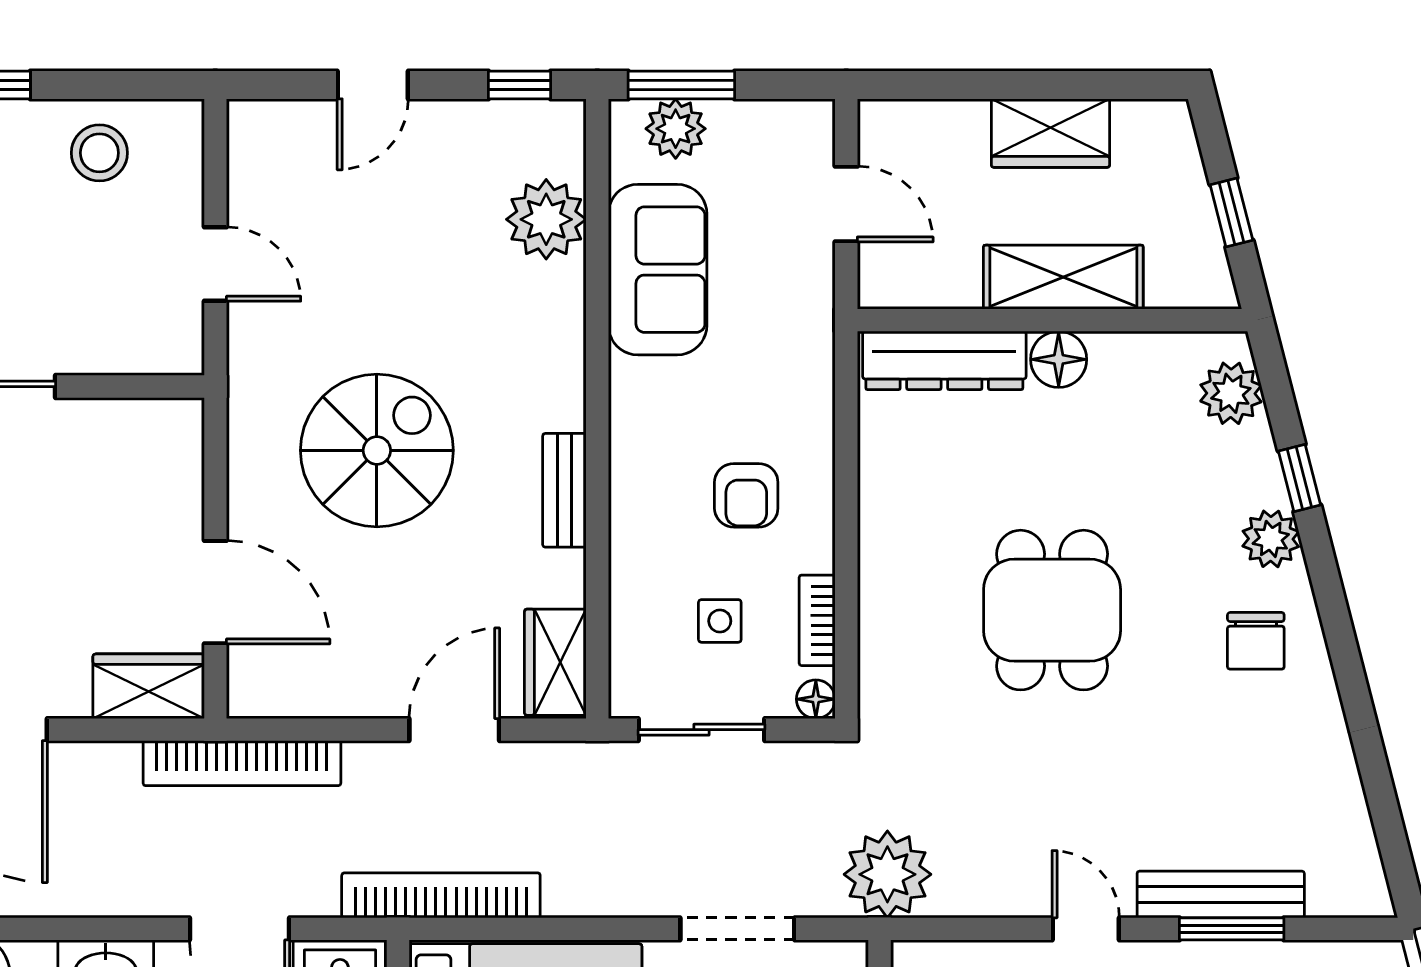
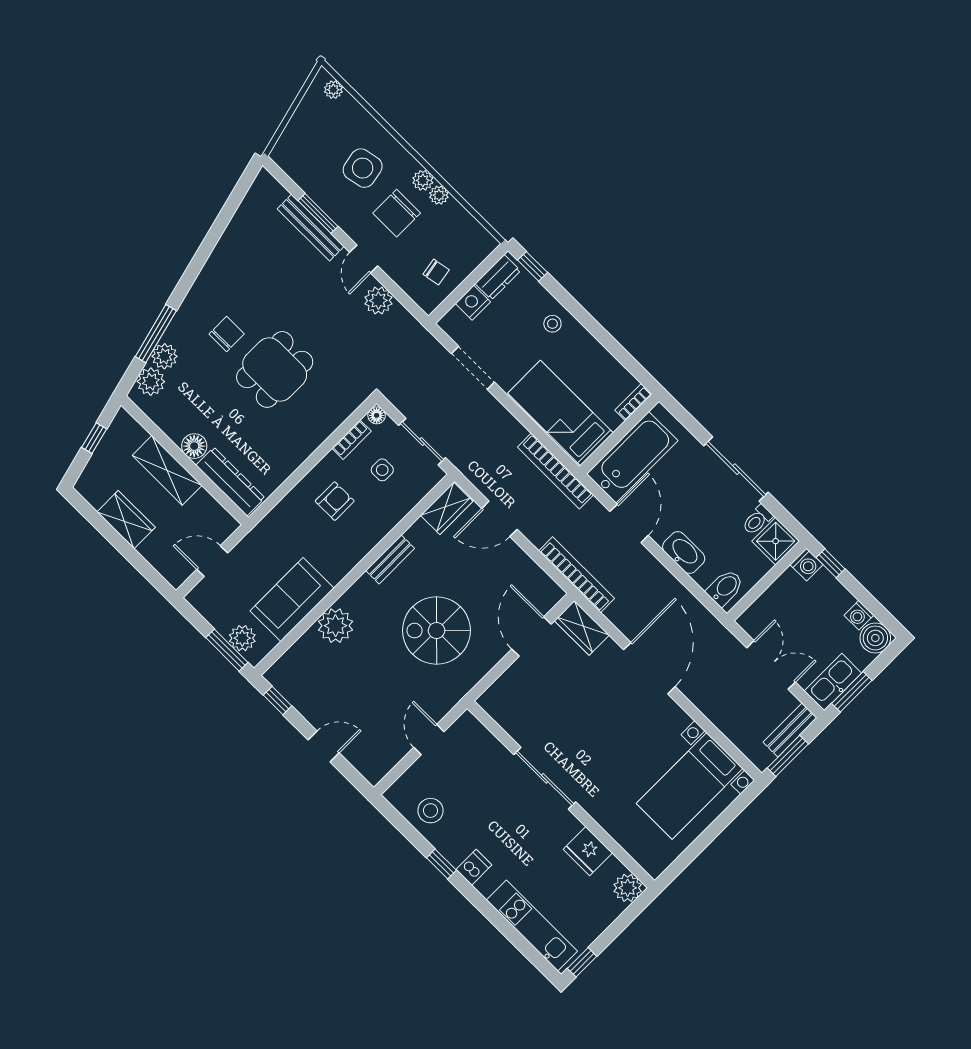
door: (846, 204) -> (212, 561), hinge flipped
plant: (546, 219) -> (335, 626), moved
window: (1299, 478) -> (156, 334), width x2.17
plant: (1271, 539) -> (164, 356), moved
chair: (1256, 641) -> (227, 334), moved
plant: (887, 874) -> (378, 301), moved, width x0.73, depth x0.73

